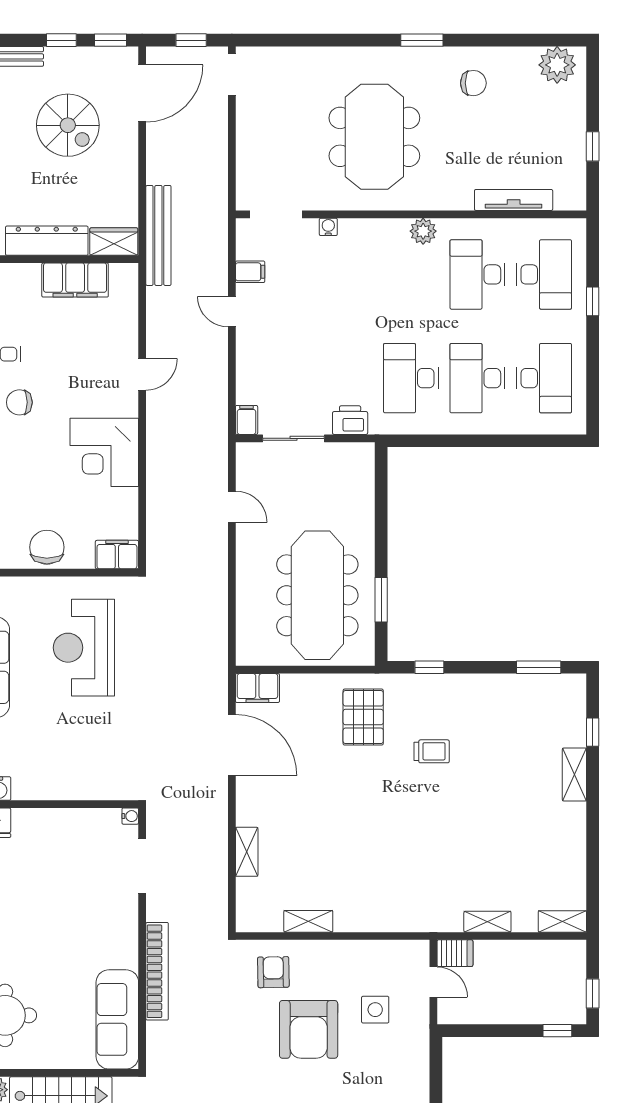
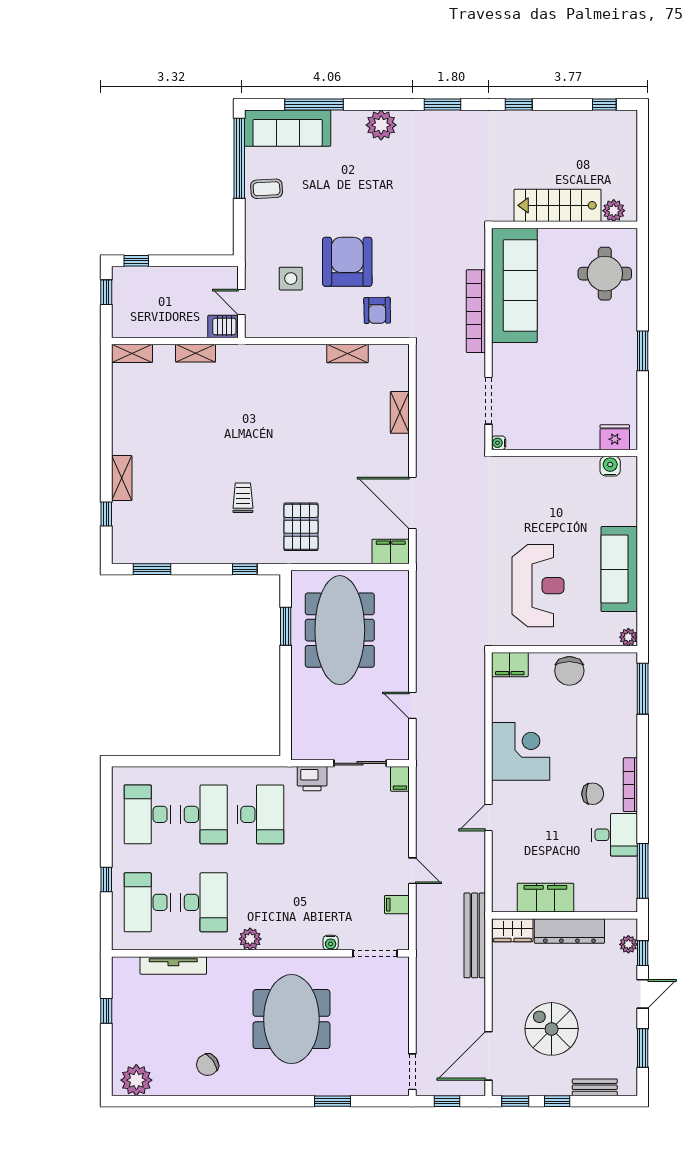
window: (422, 40) -> (332, 1101), moved
chair: (473, 83) -> (207, 1065), turned -35
trolley: (432, 751) -> (243, 498), turned 90
sofa: (117, 1019) -> (514, 285), width x1.36, depth x1.27

